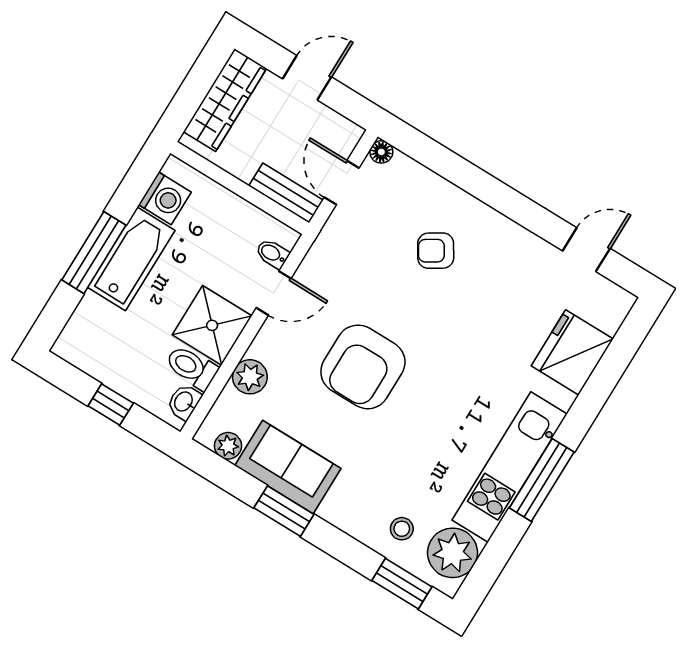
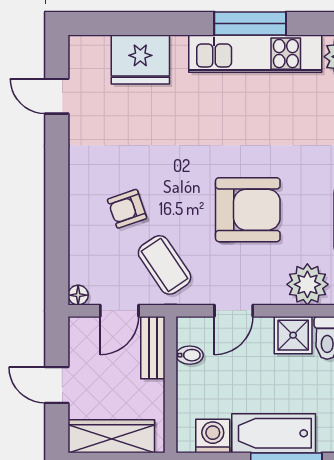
armchair: (436, 251) -> (127, 209), turned 103
coffee table: (359, 253) -> (165, 265), added
bidet: (272, 254) -> (190, 355), moved, turned -90
door: (274, 293) -> (234, 311), swing flipped
shower: (212, 325) -> (293, 335), width x0.73, depth x0.73
plant: (250, 377) -> (307, 284), width x1.36, depth x1.36

